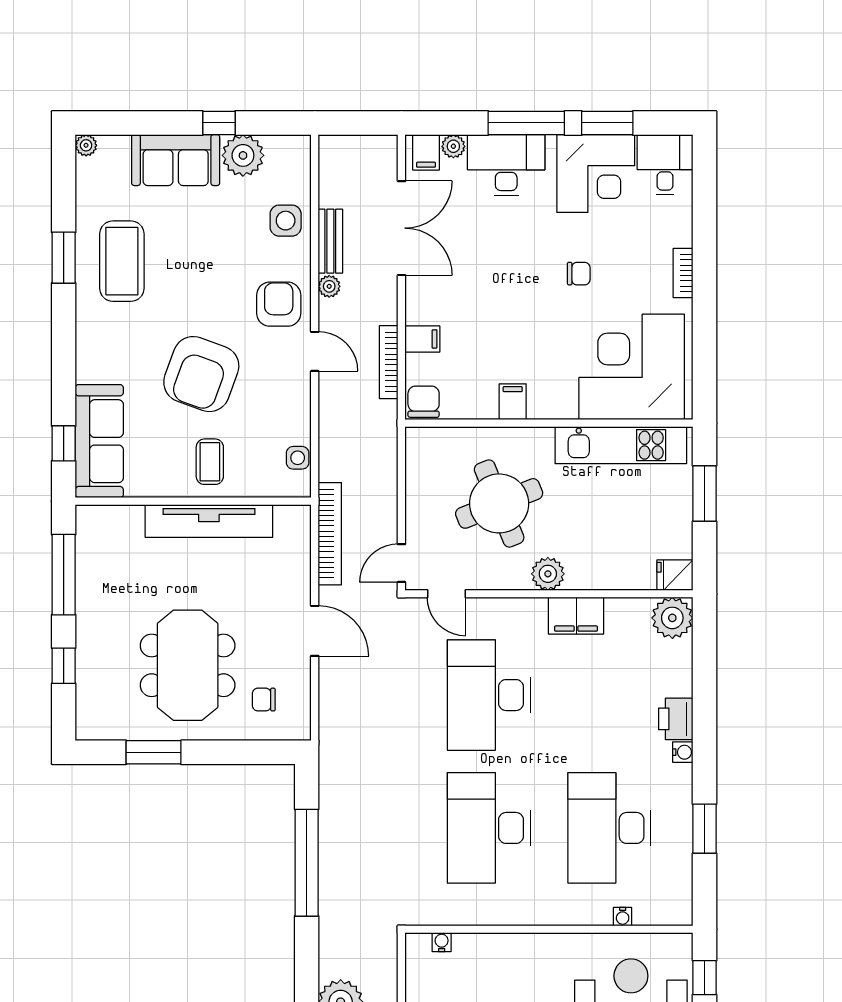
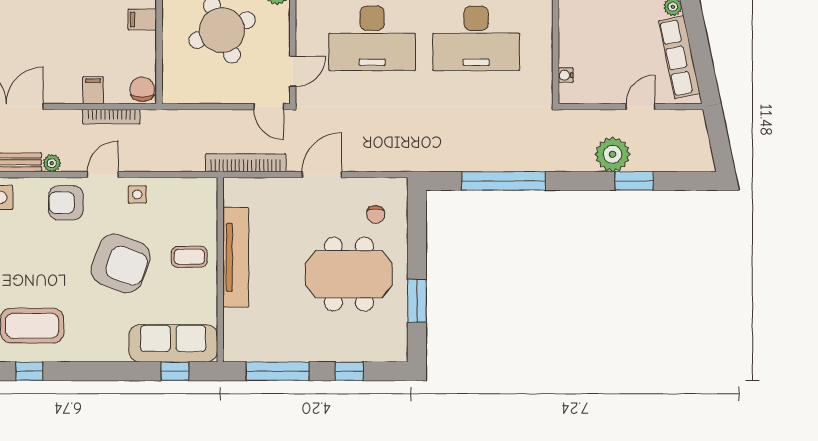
window: (64, 258) -> (29, 371), width x0.67
chair: (424, 402) -> (142, 89), turned 90
side table: (298, 458) -> (137, 194), moved

